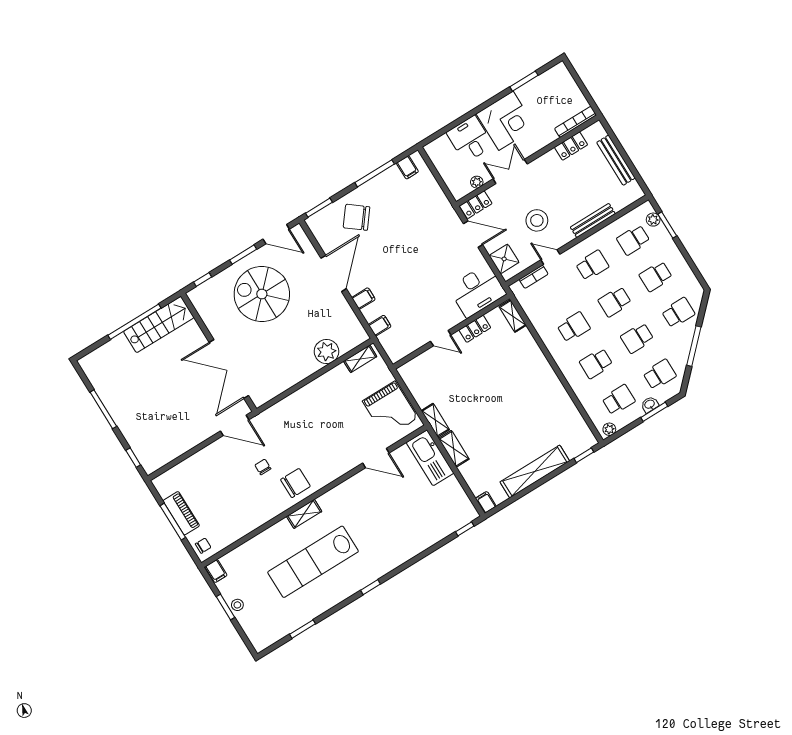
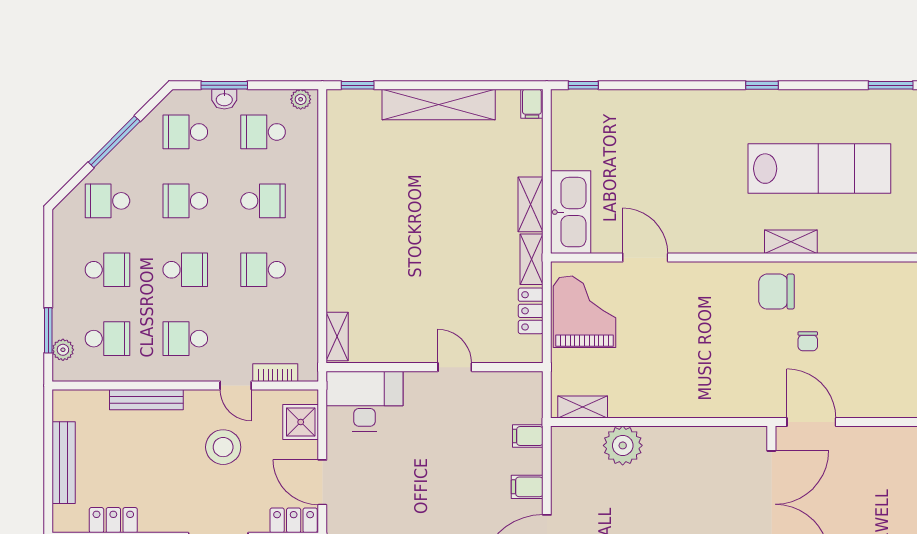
locker: (475, 329) -> (531, 311), moved, turned -90
school desk: (637, 338) -> (185, 201), turned 180

